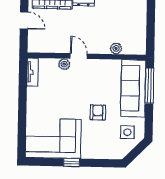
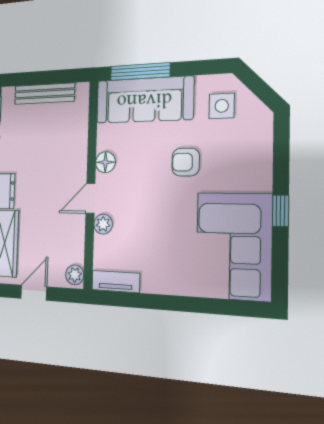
bench: (141, 25) -> (44, 94), added
plant: (116, 48) -> (75, 275), moved
floor lamp: (99, 65) -> (105, 162), added

